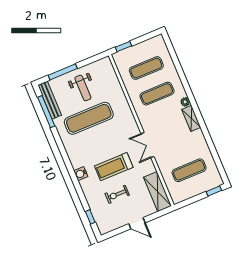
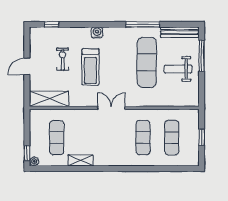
window: (123, 47) -> (202, 137), moved
plant: (185, 102) -> (34, 161), moved
window: (46, 112) -> (143, 24), moved
shelving: (191, 118) -> (81, 160), moved
double door: (147, 145) -> (111, 108), moved
treadmill: (114, 167) -> (90, 67), turned 180

